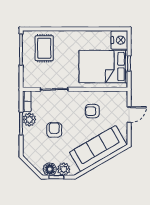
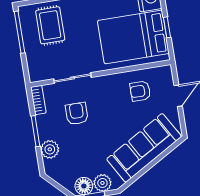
armchair: (92, 111) -> (140, 91), moved
plant: (29, 120) -> (50, 149), moved
armchair: (54, 130) -> (77, 114), moved

